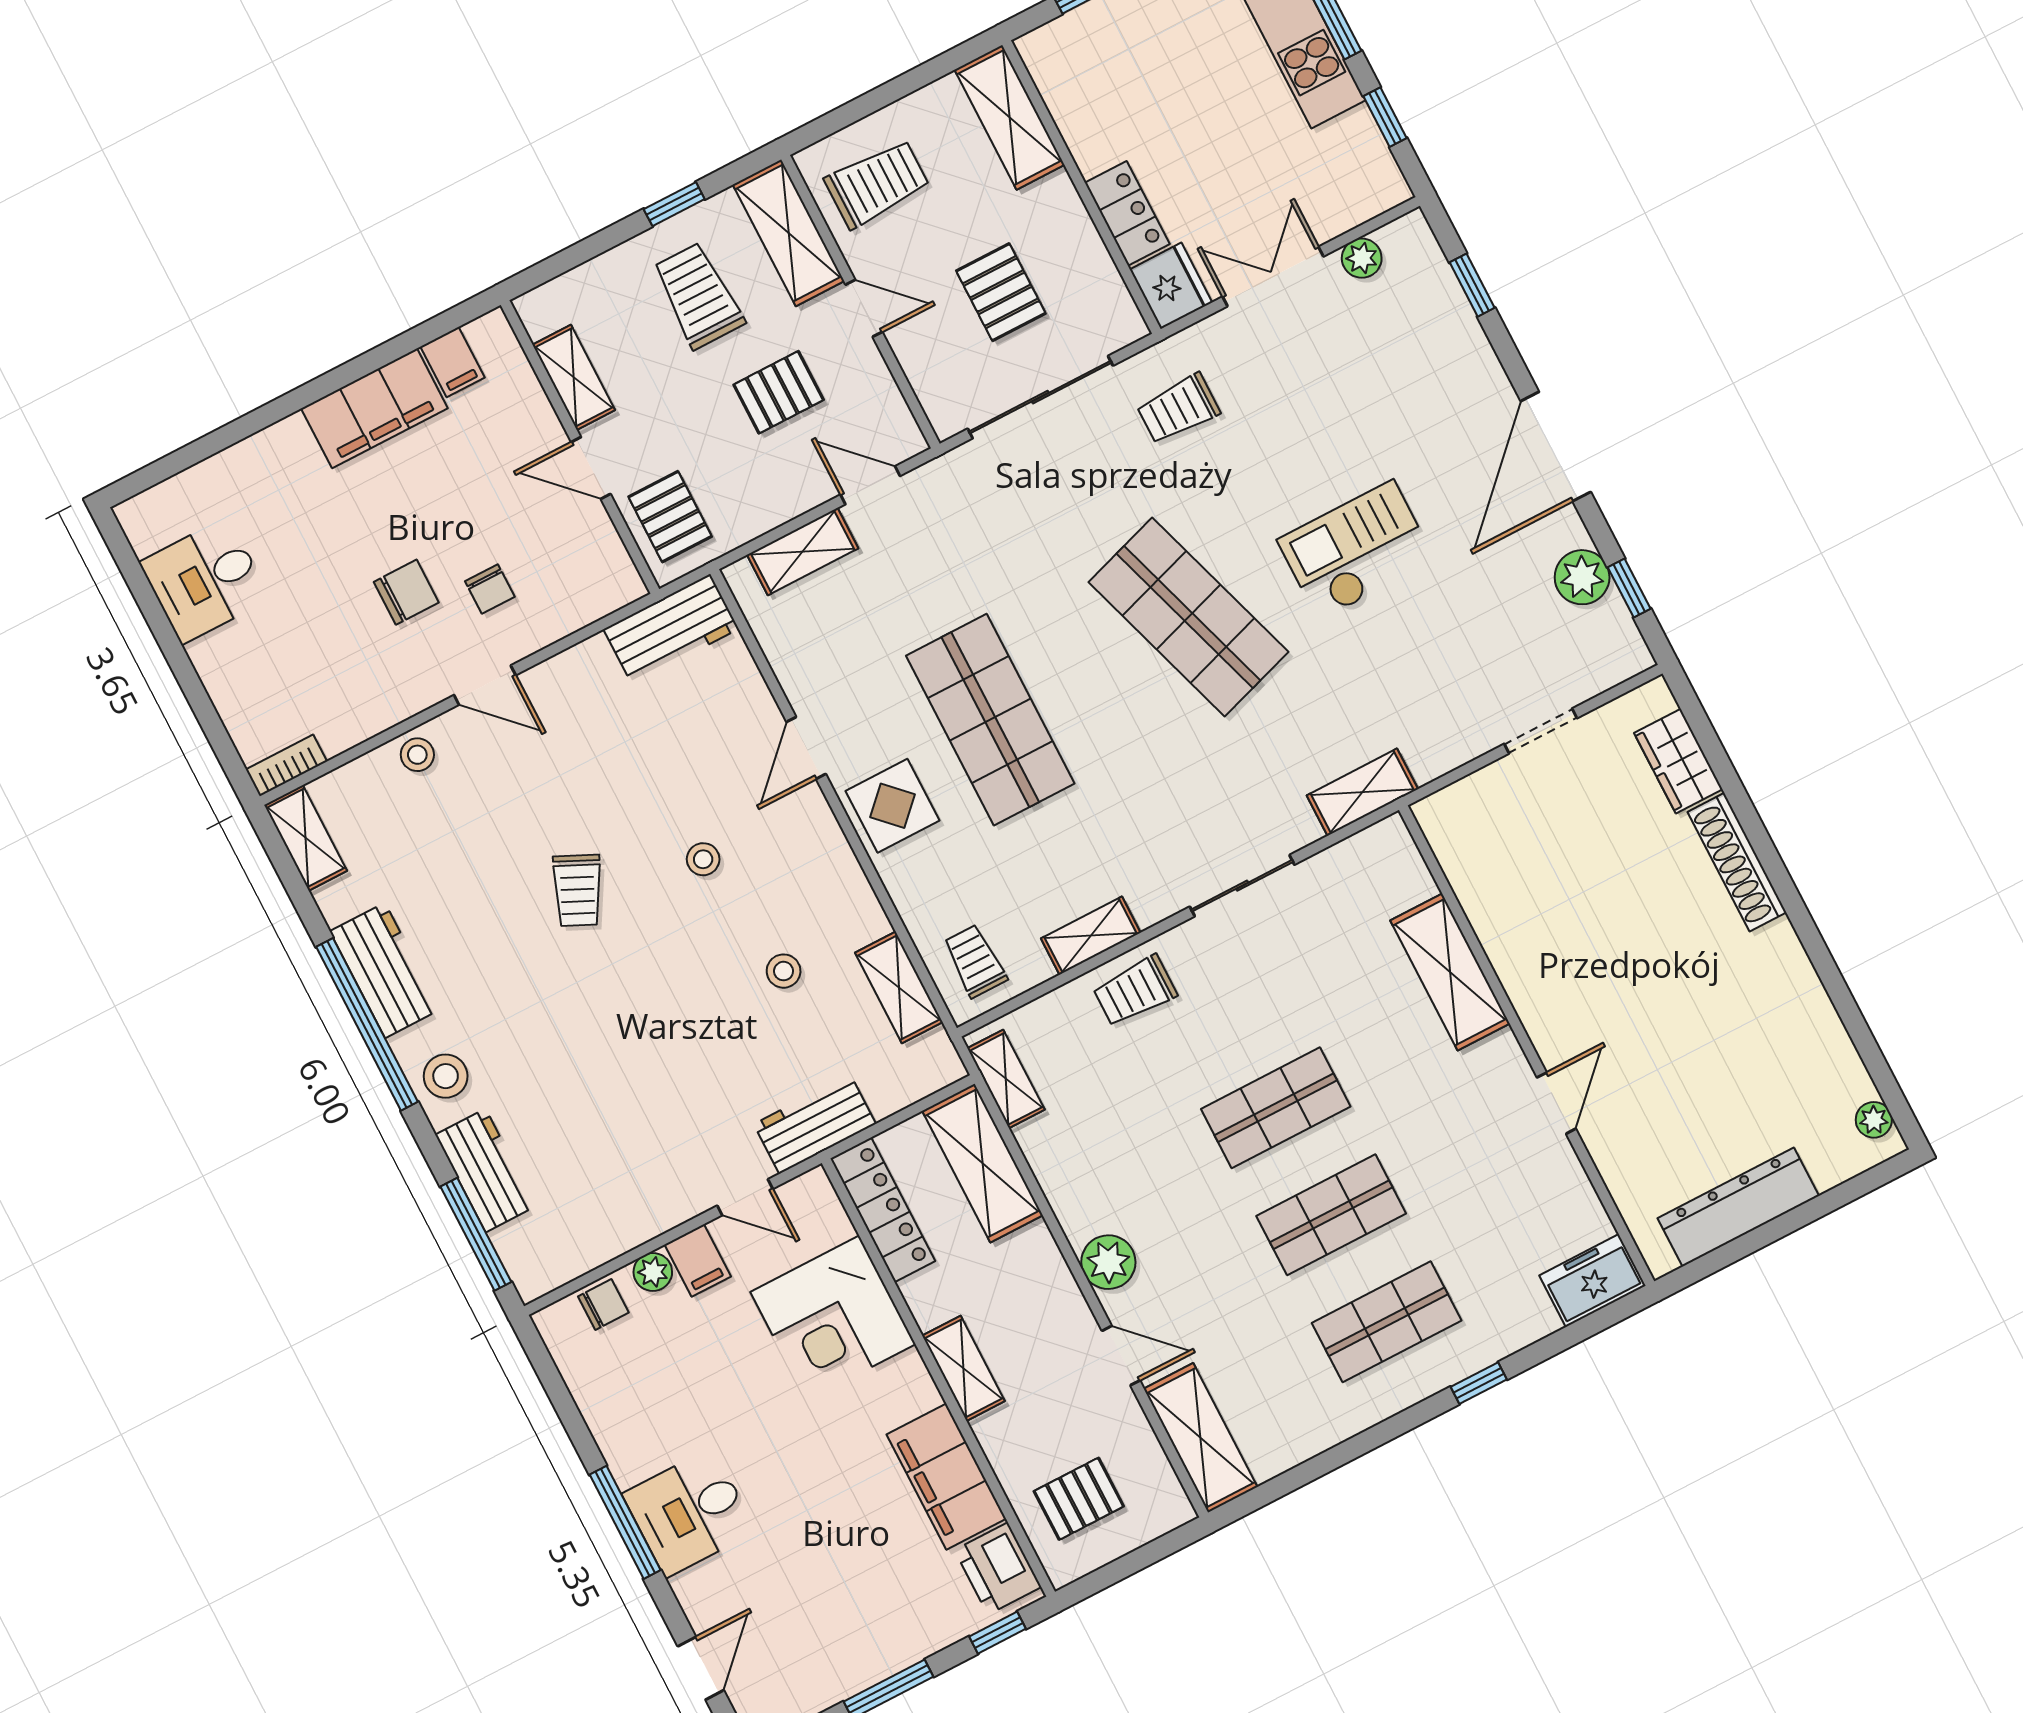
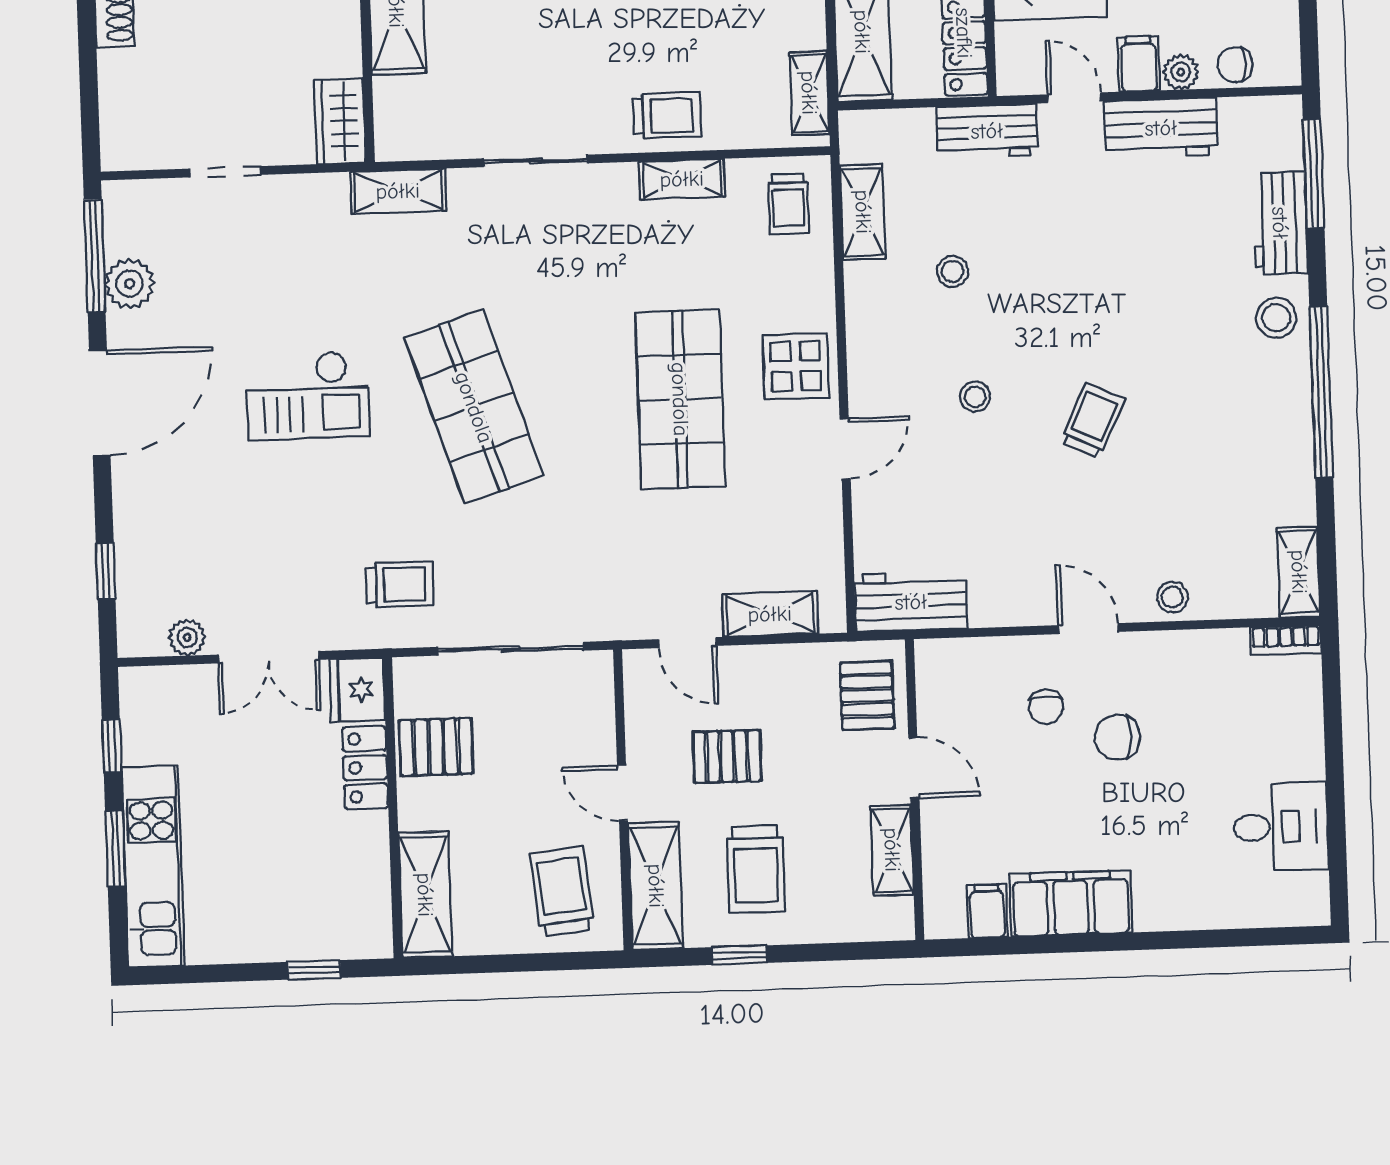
trolley: (877, 184) -> (562, 892), turned 84
pallet: (1001, 292) -> (436, 747), moved, turned 90
window: (1629, 588) -> (95, 256), width x2.17
chair: (490, 589) -> (1046, 707), turned 180
wardrobe: (1678, 761) -> (340, 121), moved, turned 180
workbench: (385, 970) -> (1161, 128), moved, turned -90

